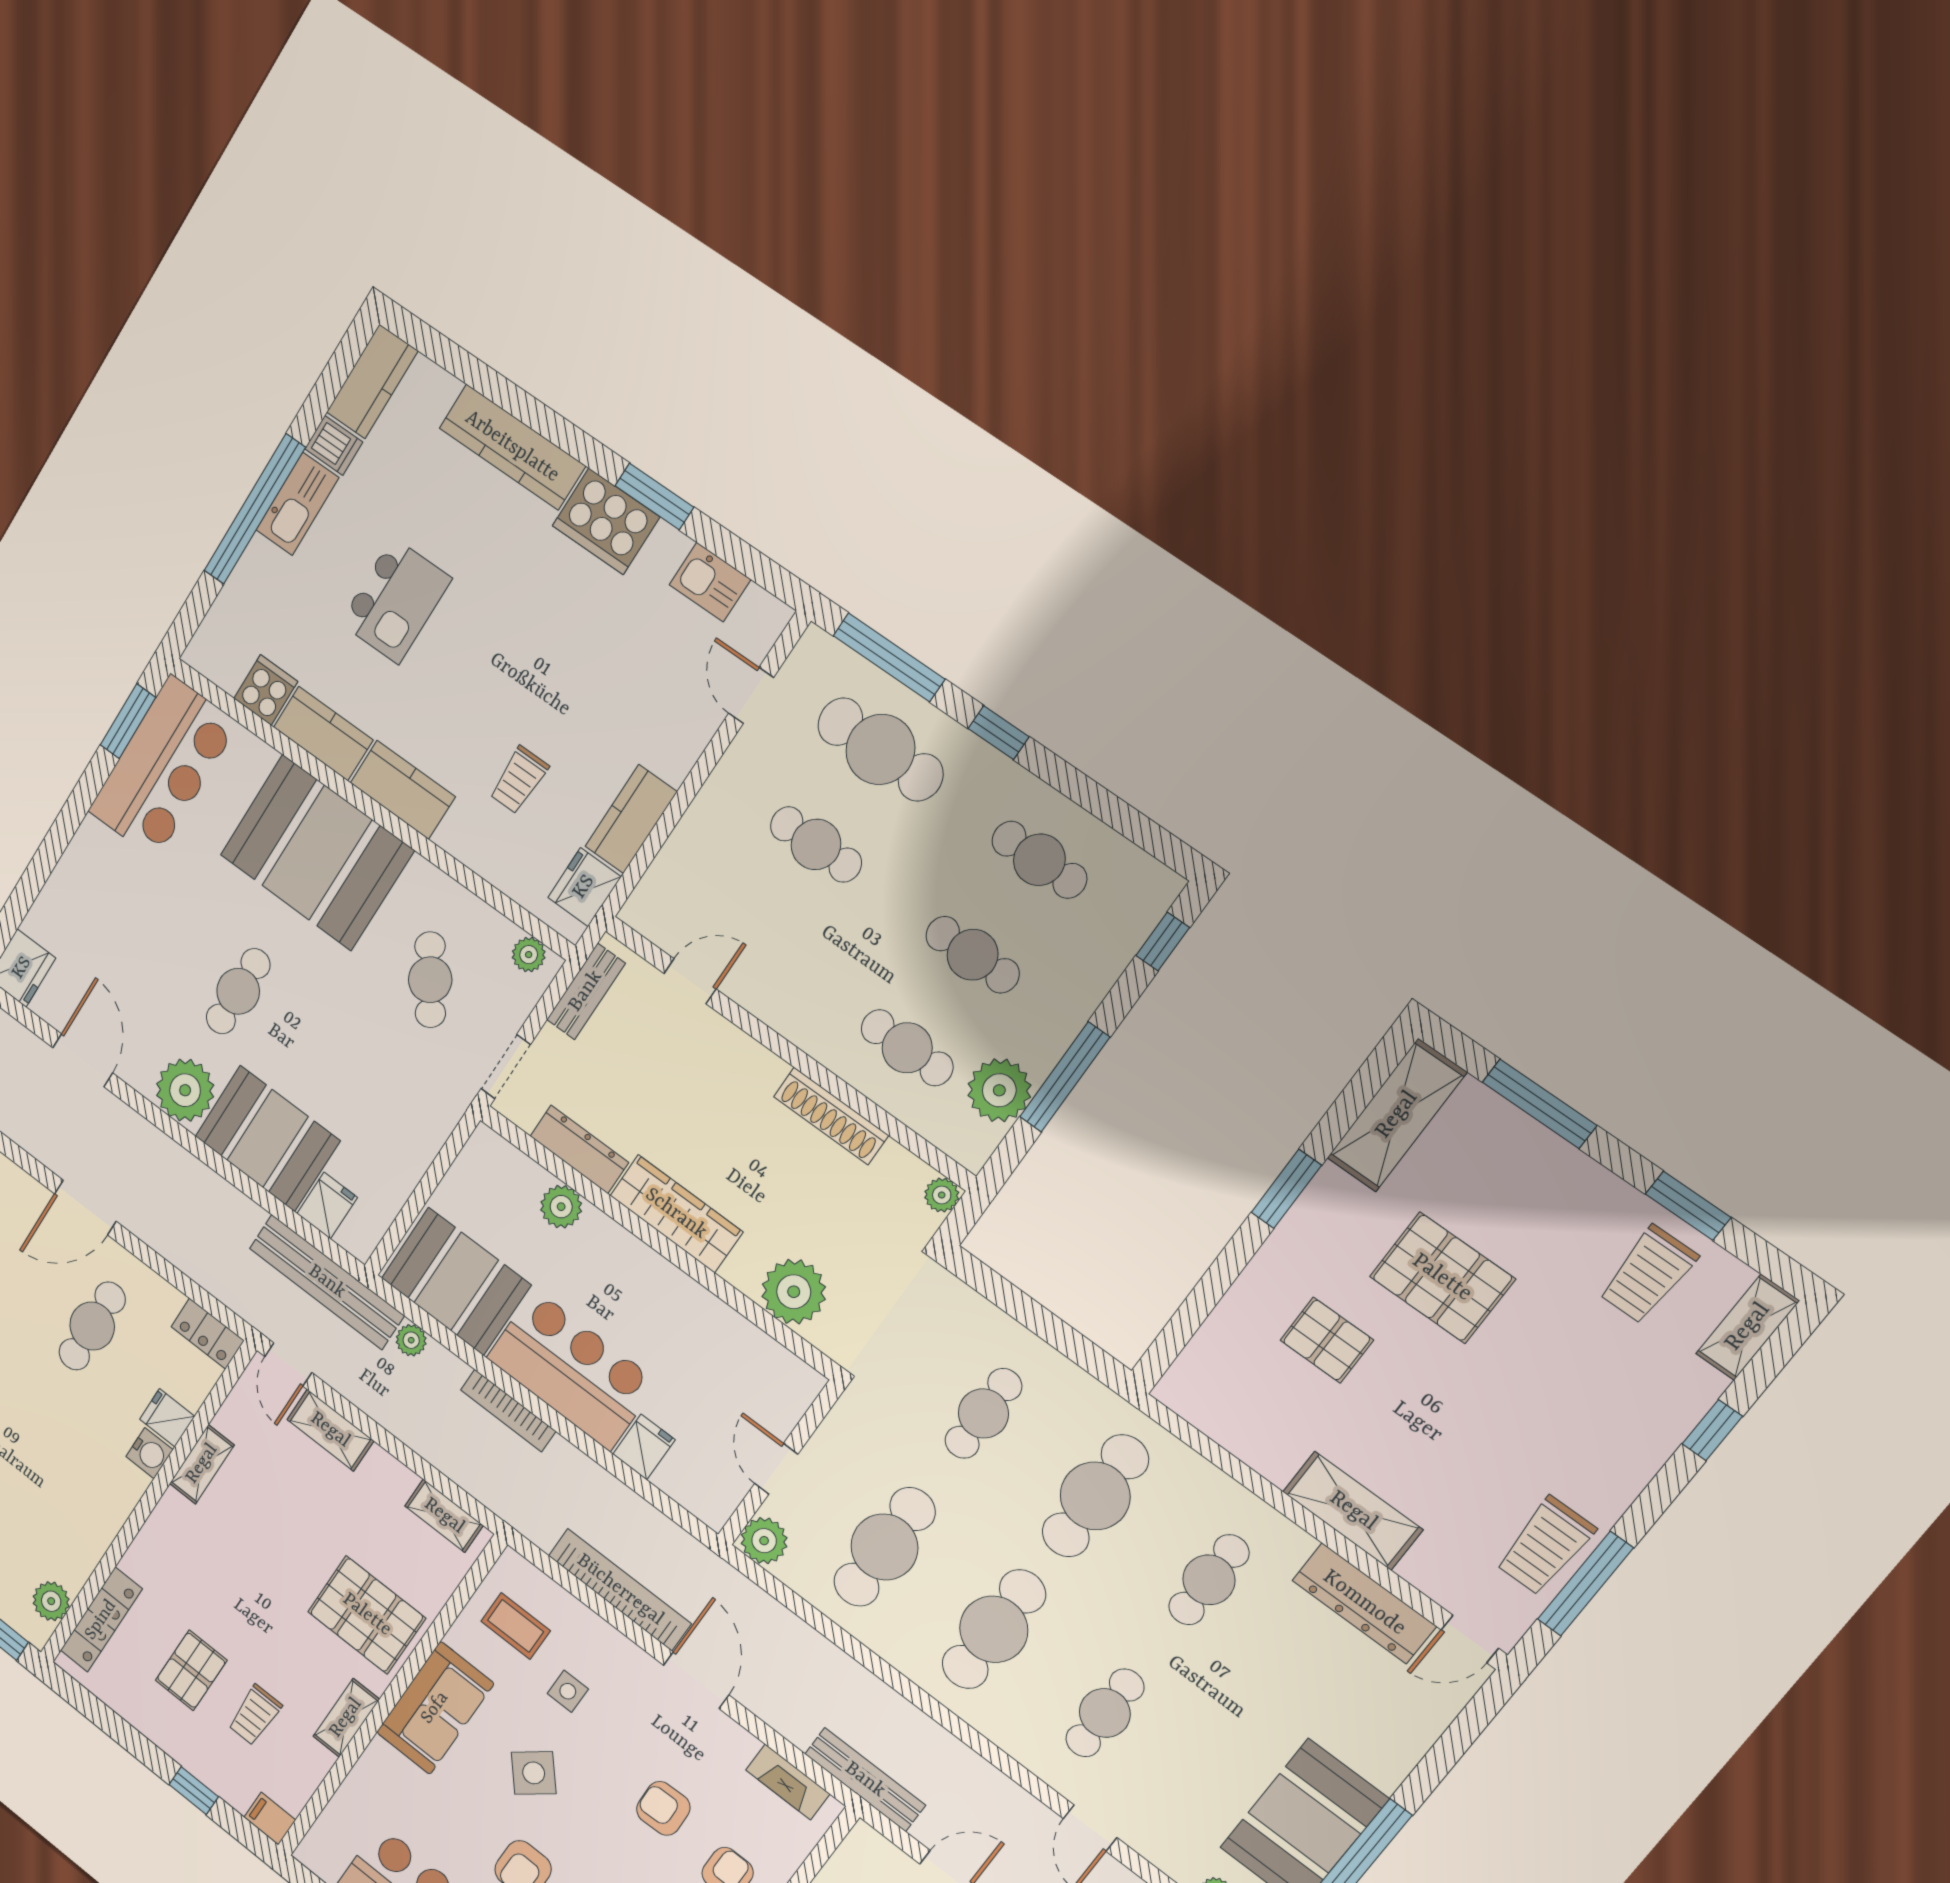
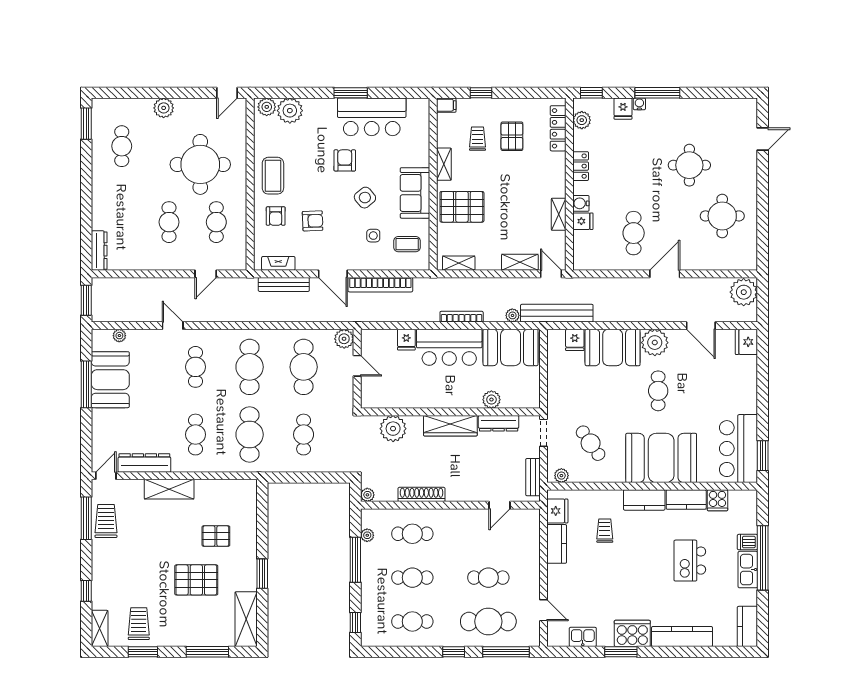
dishwasher: (334, 445) -> (747, 542), moved
plant: (999, 1090) -> (367, 535), width x0.53, depth x0.53
locker: (208, 1334) -> (581, 166), moved, turned 90
bench: (865, 1780) -> (284, 284), moved

